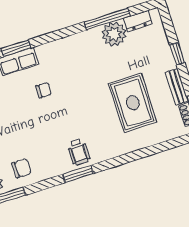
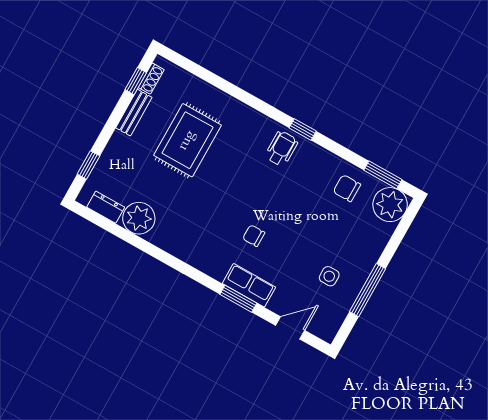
window: (107, 19) -> (131, 238), removed
window: (177, 54) -> (88, 165), moved
window: (78, 174) -> (303, 130), width x0.67

